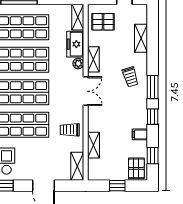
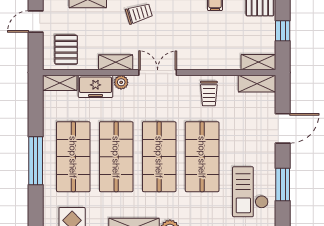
shelving: (94, 145) -> (258, 62), moved

